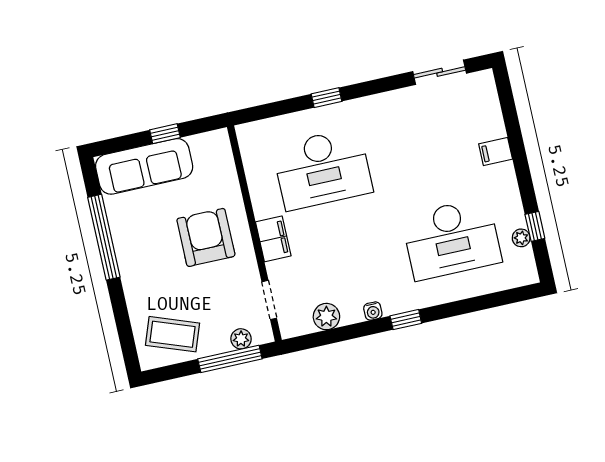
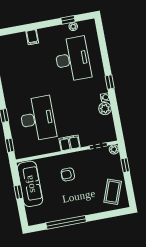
window: (264, 112) -> (10, 145), added
sofa: (144, 166) -> (30, 184), moved
armchair: (206, 237) -> (68, 174), width x0.53, depth x0.53
plant: (326, 317) -> (105, 109), moved
plant: (241, 339) -> (114, 149), moved
window: (230, 359) -> (125, 165), width x0.46

